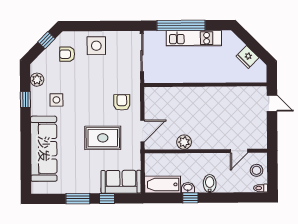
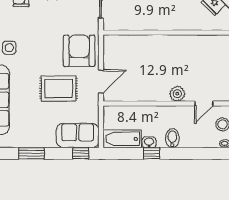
armchair: (122, 102) -> (79, 51), width x1.88, depth x1.88
plant: (184, 142) -> (177, 94), moved
window: (107, 198) -> (81, 153), moved

